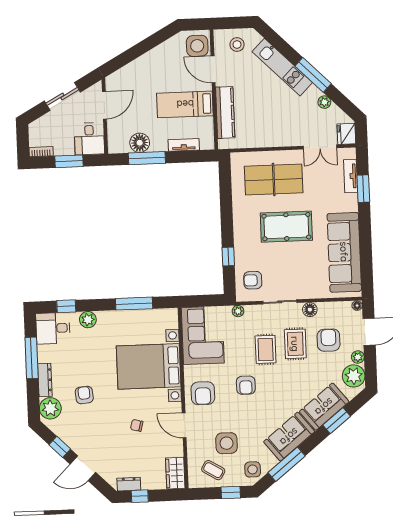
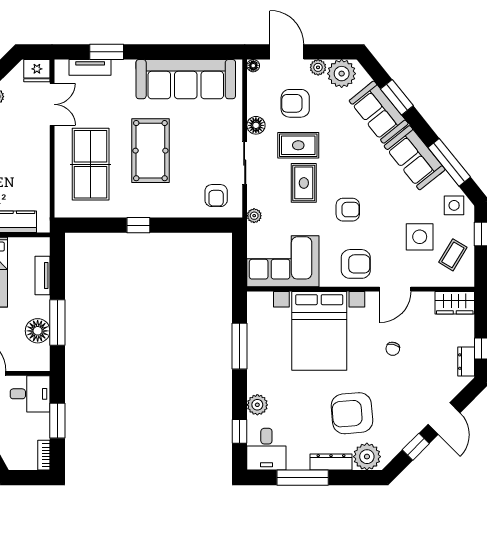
window: (228, 256) -> (138, 225), moved
rug: (266, 349) -> (304, 183), turned 90
armchair: (84, 395) -> (352, 413), width x1.88, depth x1.88

